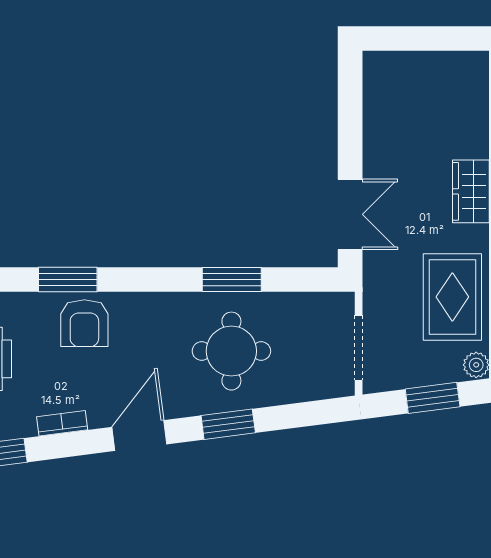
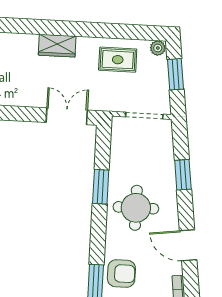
rug: (452, 297) -> (118, 60), width x0.73, depth x0.70
round table: (231, 351) -> (136, 208), moved
window: (228, 424) -> (183, 175), moved

